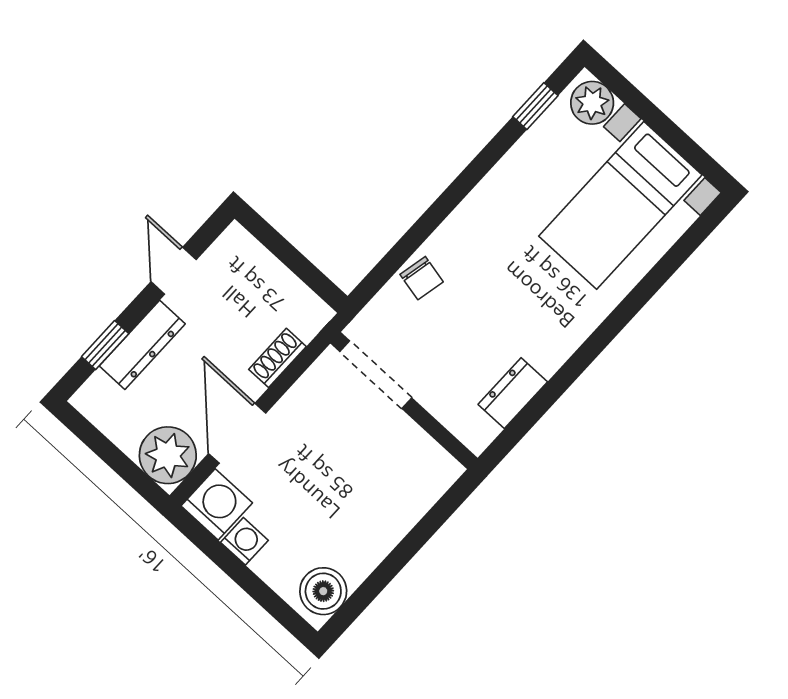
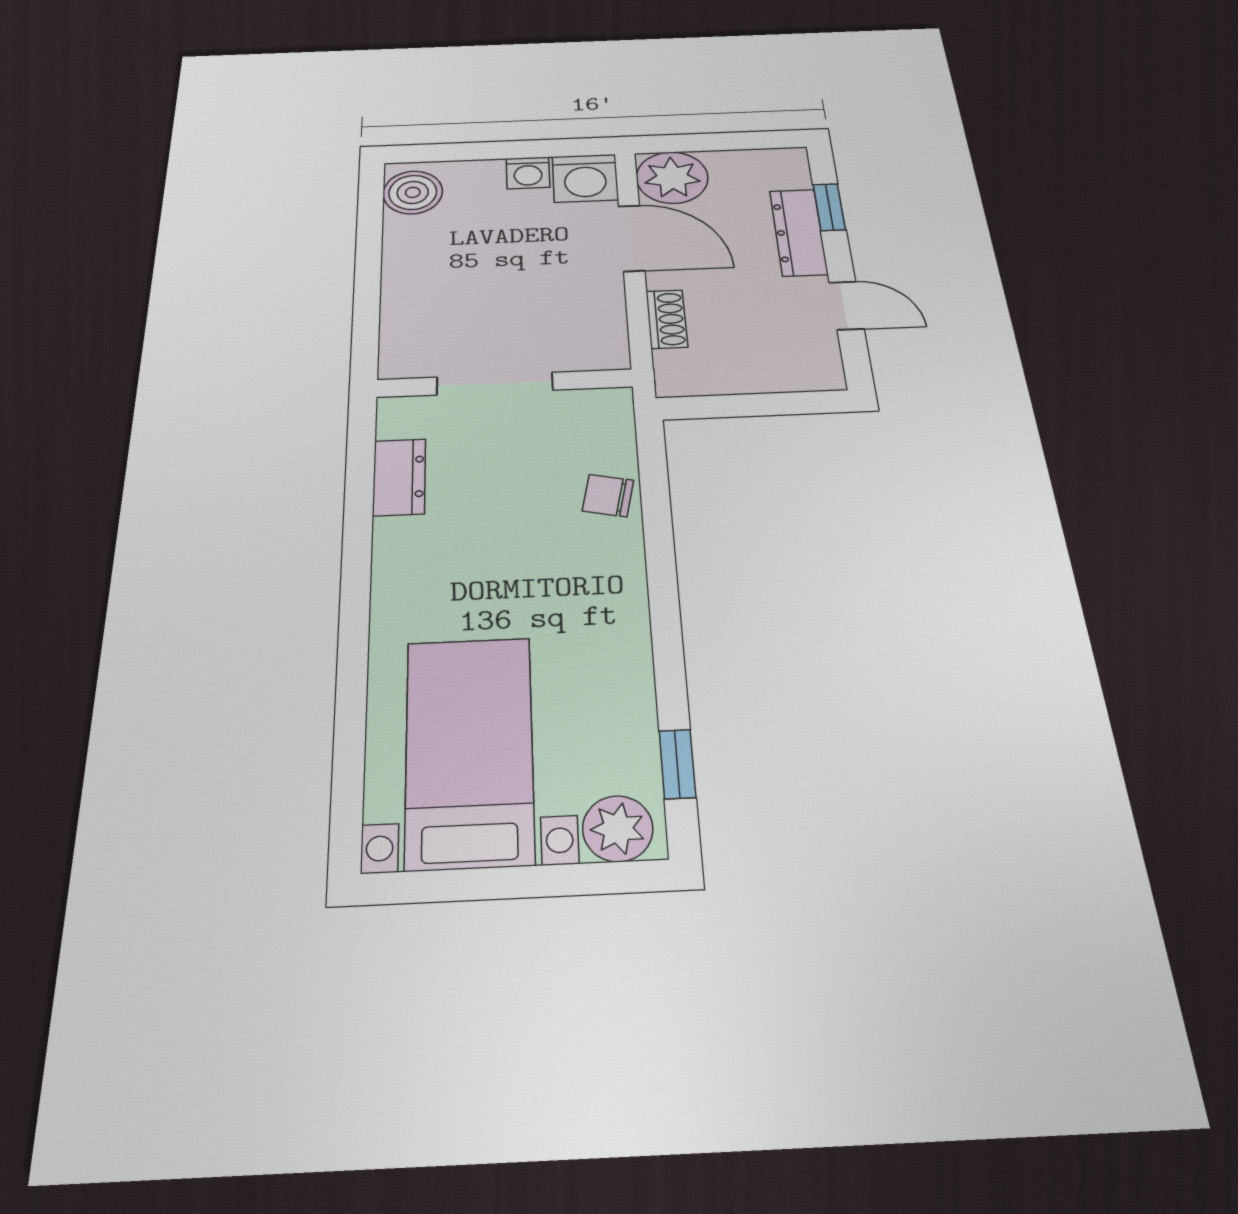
doorway: (376, 375) -> (495, 384), moved

